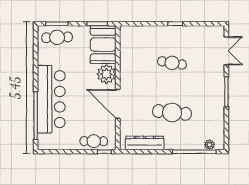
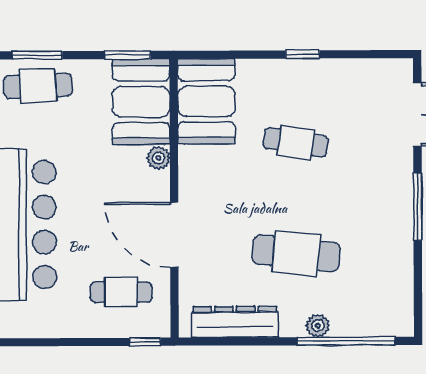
booth: (132, 44) -> (206, 101), added
plant: (106, 74) -> (159, 158), width x0.53, depth x0.53
cafe table: (94, 141) -> (121, 292), moved
plant: (210, 145) -> (318, 326), moved

